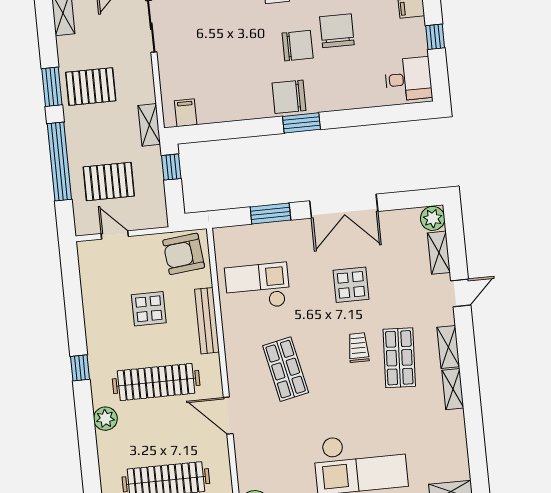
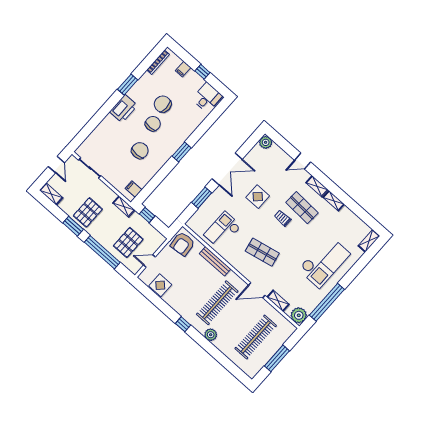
chair: (289, 97) -> (140, 151), moved, turned 180
shelving: (439, 253) -> (278, 301), moved
door: (461, 293) -> (303, 161), swing flipped
display table: (149, 309) -> (160, 285), moved

